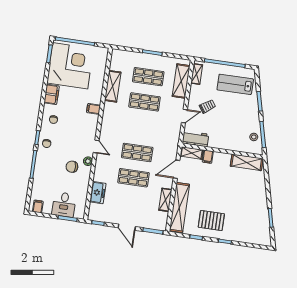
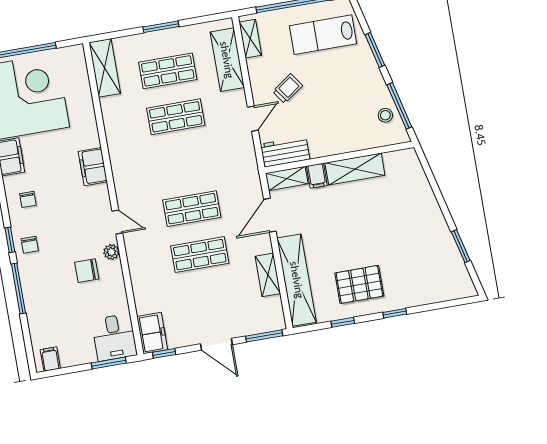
shelving: (113, 86) -> (105, 68), moved
filing cabinet: (94, 109) -> (93, 167), width x2.00
shelving: (247, 162) -> (355, 169), moved
freezer: (98, 193) -> (152, 333), moved
desk: (64, 205) -> (114, 337), moved

